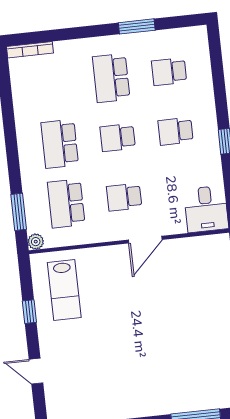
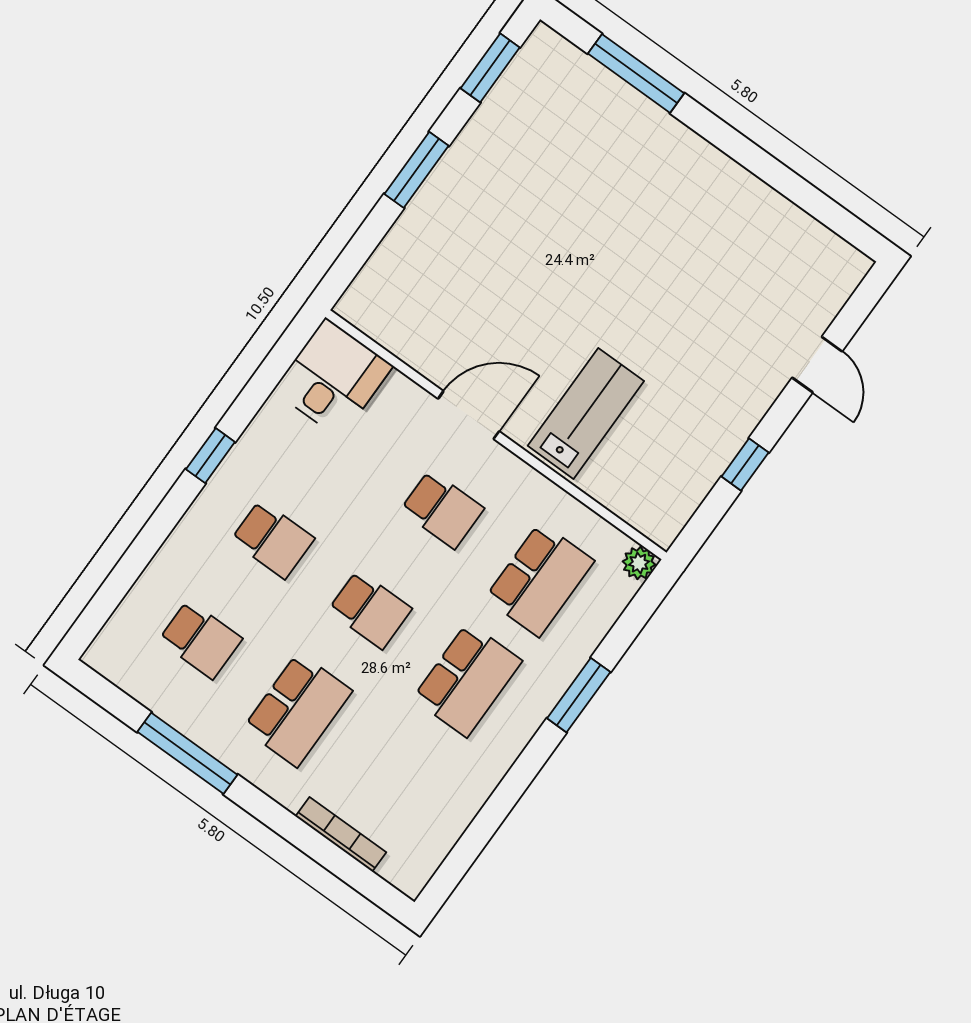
window: (137, 26) -> (187, 753), width x1.44
bookcase: (30, 50) -> (341, 834), moved
window: (19, 212) -> (579, 695), moved
lab bench: (64, 290) -> (586, 413), moved

